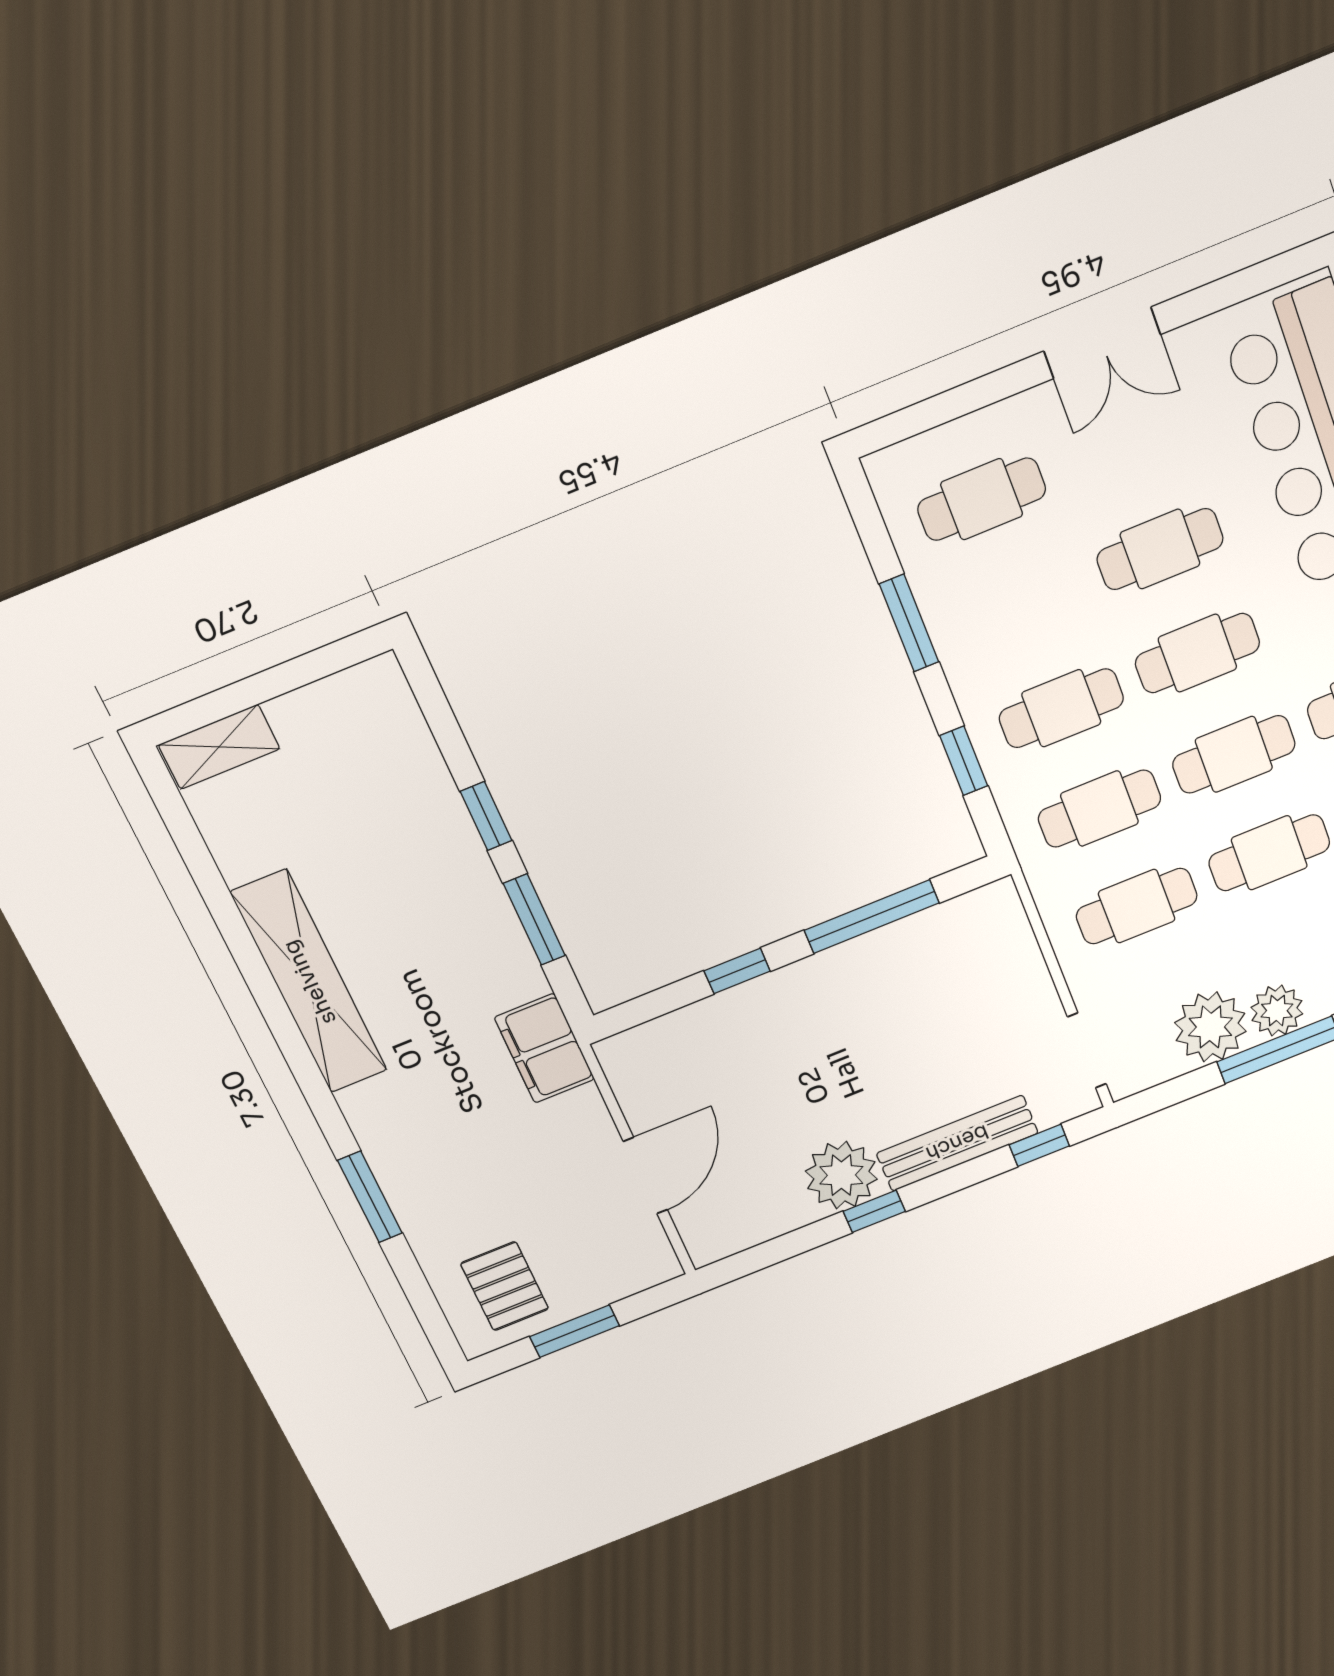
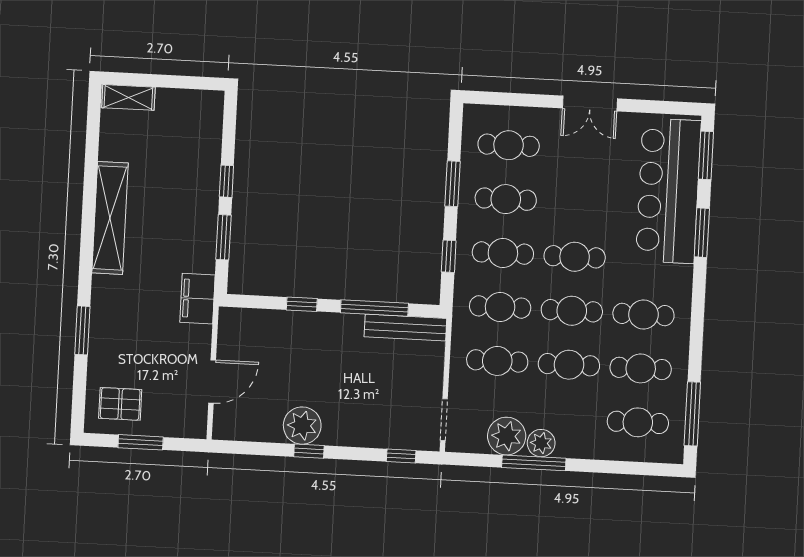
cafe table: (1160, 549) -> (506, 199), moved
bench: (957, 1143) -> (405, 328), moved
pallet: (505, 1286) -> (120, 404), turned 90

